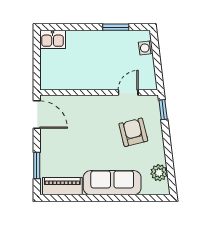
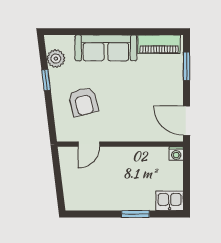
window: (116, 27) -> (135, 214), moved
washing machine: (146, 48) -> (176, 154), moved, turned 97
window: (163, 110) -> (46, 80), moved

